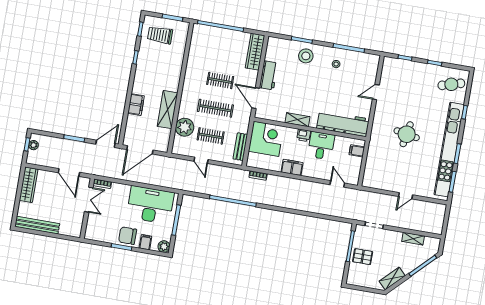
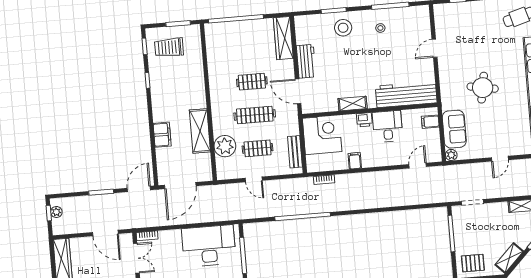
sofa: (375, 162) -> (454, 129), added
filing cabinet: (292, 167) -> (355, 161), width x0.50
plant: (367, 182) -> (451, 155), added
door: (337, 184) -> (418, 166), hinge flipped
pallet: (363, 257) -> (473, 263), moved

